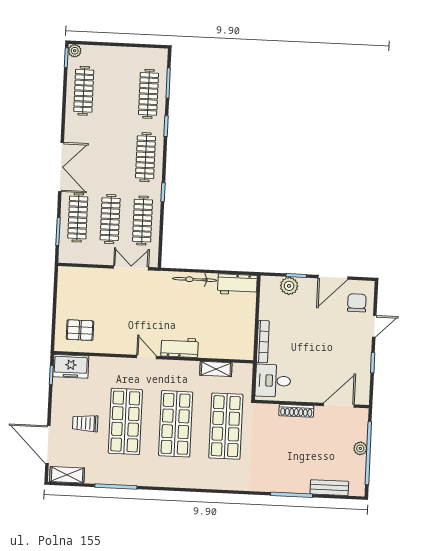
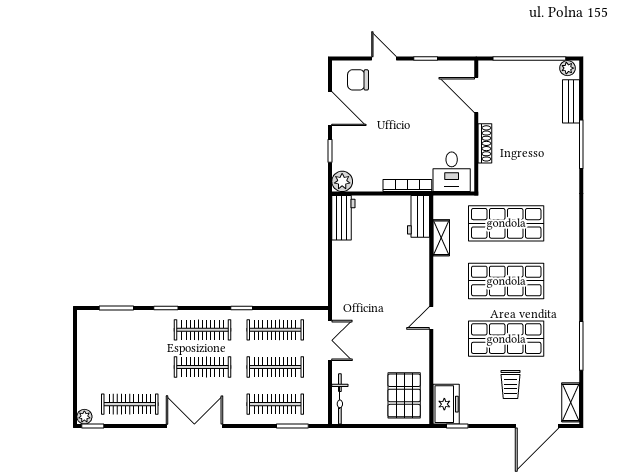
clothes rail: (148, 94) -> (203, 367), moved
double door: (61, 167) -> (194, 426), moved
double door: (131, 268) -> (330, 340), swing flipped
bicycle: (195, 279) -> (340, 399), moved
plant: (289, 286) -> (342, 181), moved
pallet: (80, 330) -> (404, 395), width x1.50, depth x1.42
workbench: (180, 347) -> (419, 216), moved
plant: (360, 448) -> (568, 68), moved

